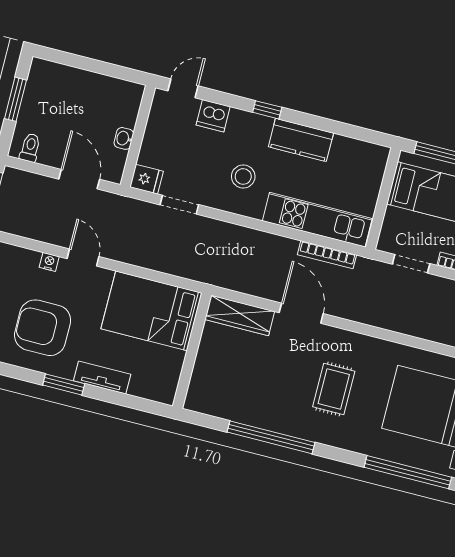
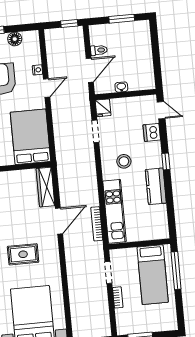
toilet: (30, 148) -> (99, 50), moved

